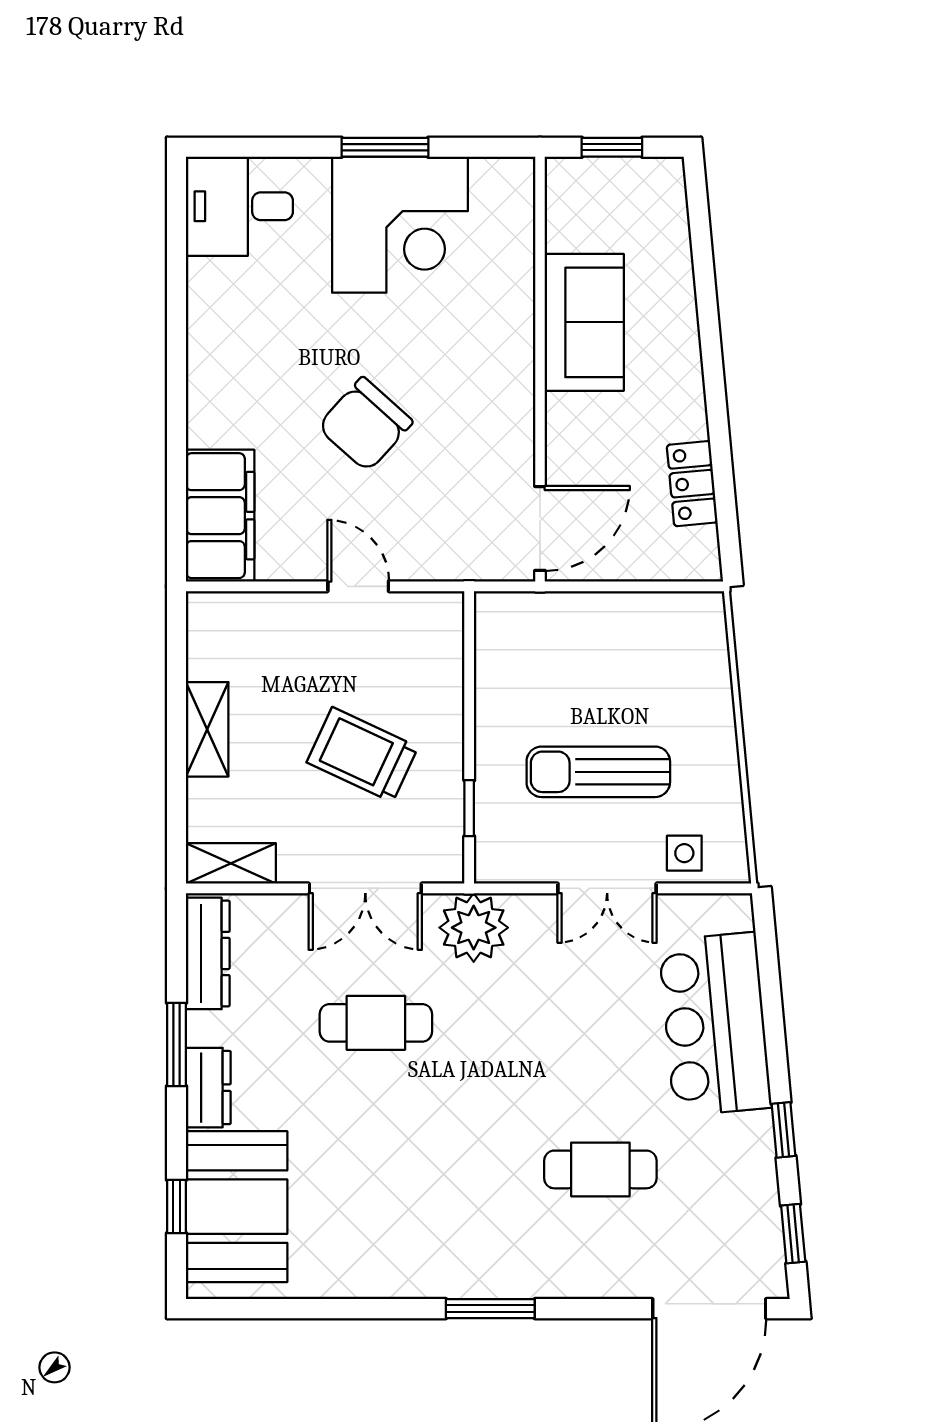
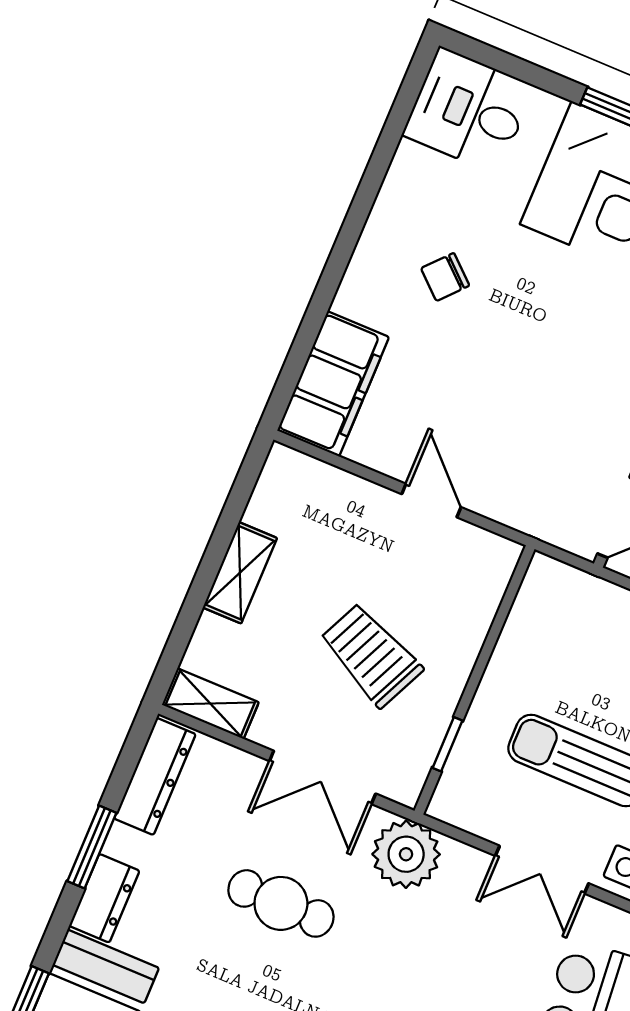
chair: (365, 424) -> (445, 277), moved, width x0.54, depth x0.54

